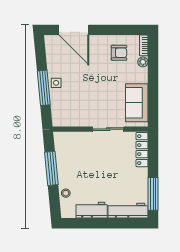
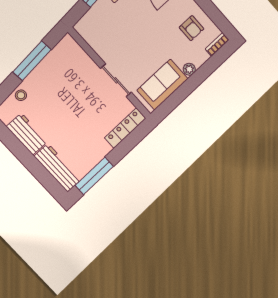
plant: (143, 62) -> (189, 69), moved

